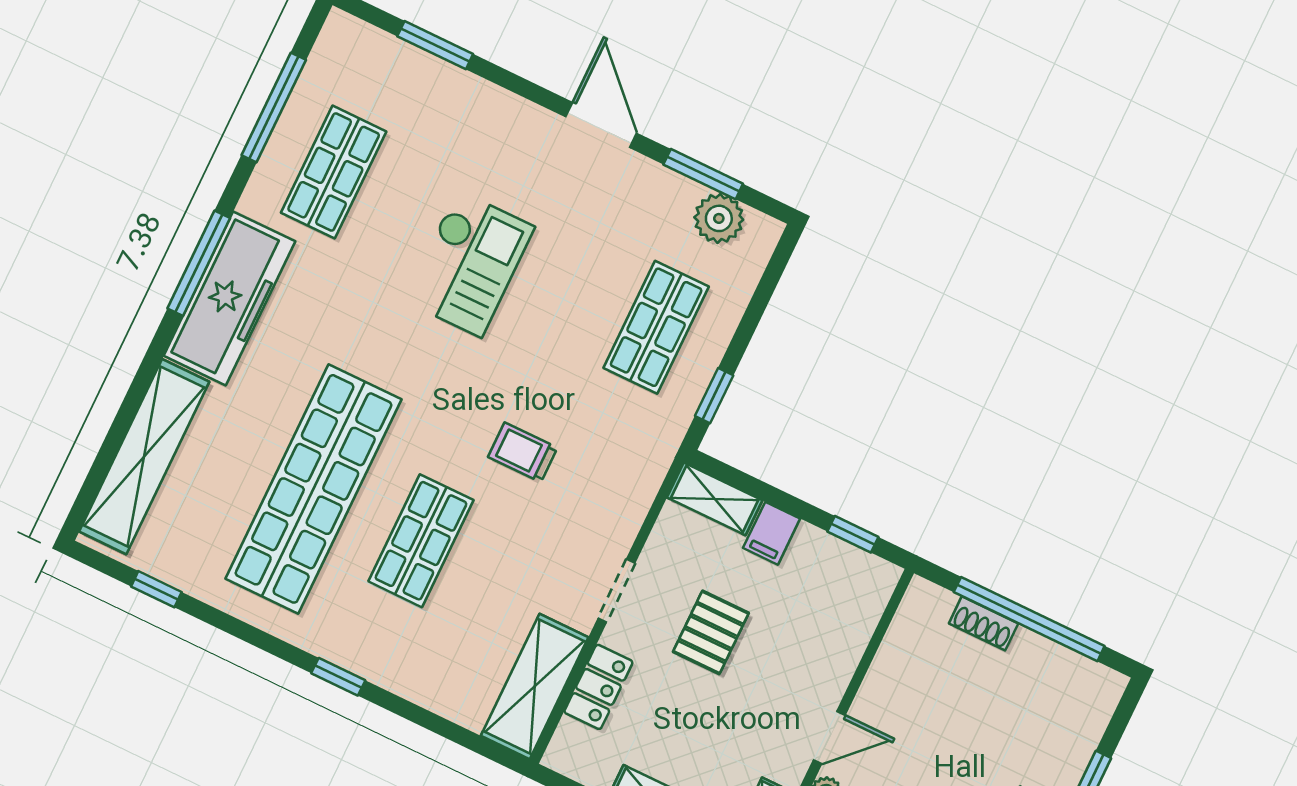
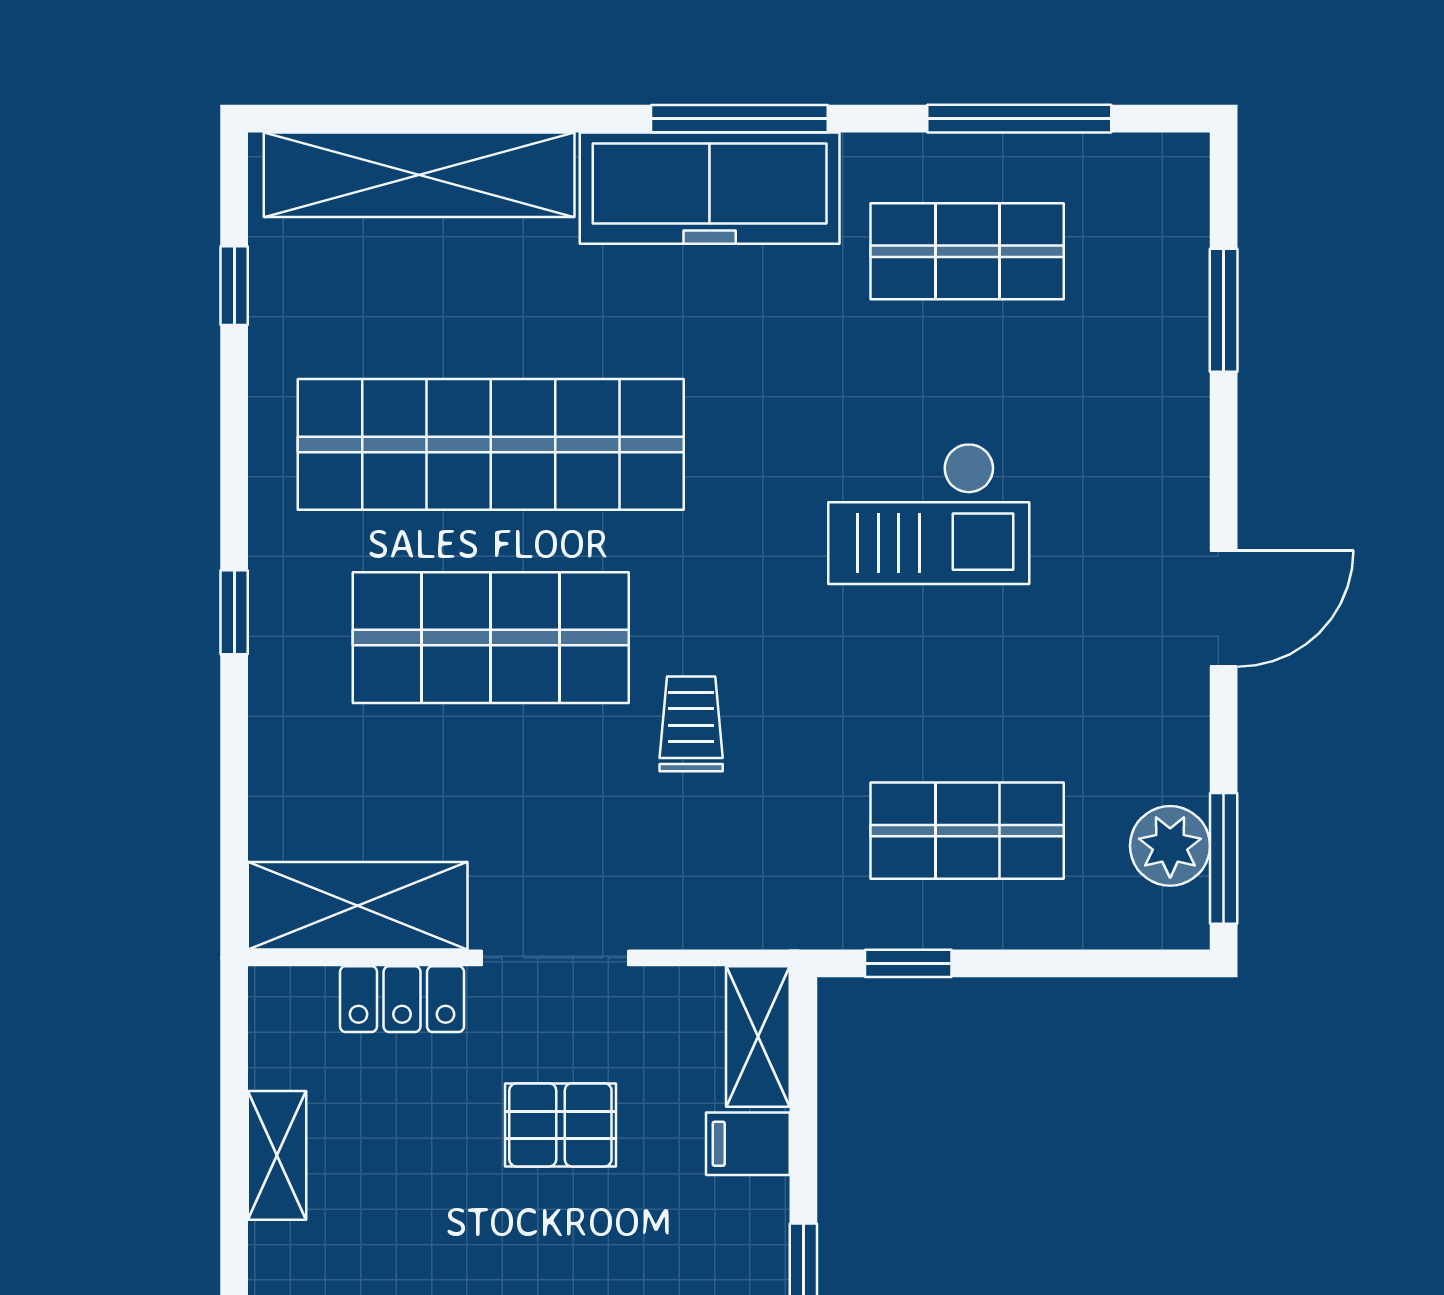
window: (703, 174) -> (1224, 858), moved
shop shelf: (421, 541) -> (491, 638), width x1.43, depth x1.36
doorway: (617, 591) -> (555, 958), width x1.38

